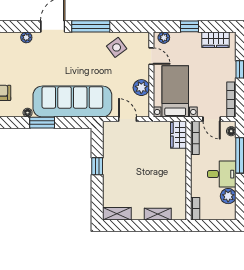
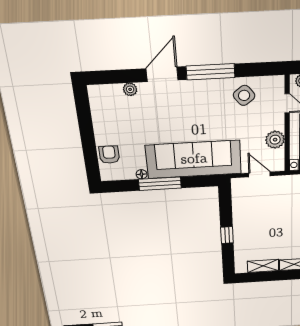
window: (42, 123) -> (160, 184), width x1.44
window: (97, 166) -> (227, 235), moved
shelving: (117, 214) -> (263, 266), moved

